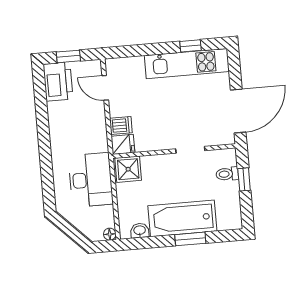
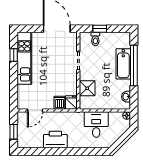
printer: (58, 82) -> (55, 140), moved
shower: (128, 169) -> (87, 88), moved
desk: (91, 180) -> (96, 124), width x0.73
bathtub: (182, 218) -> (123, 64), width x0.73, depth x0.73
window: (190, 239) -> (134, 65), width x2.11

